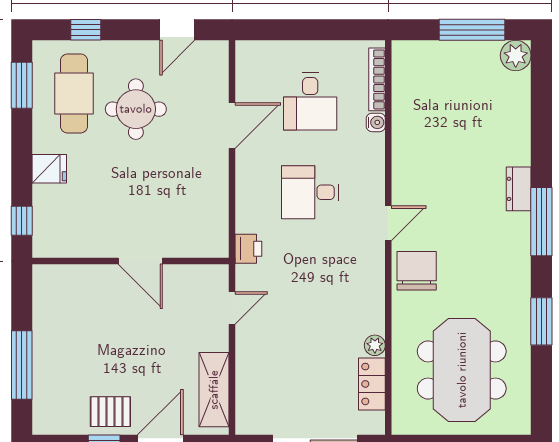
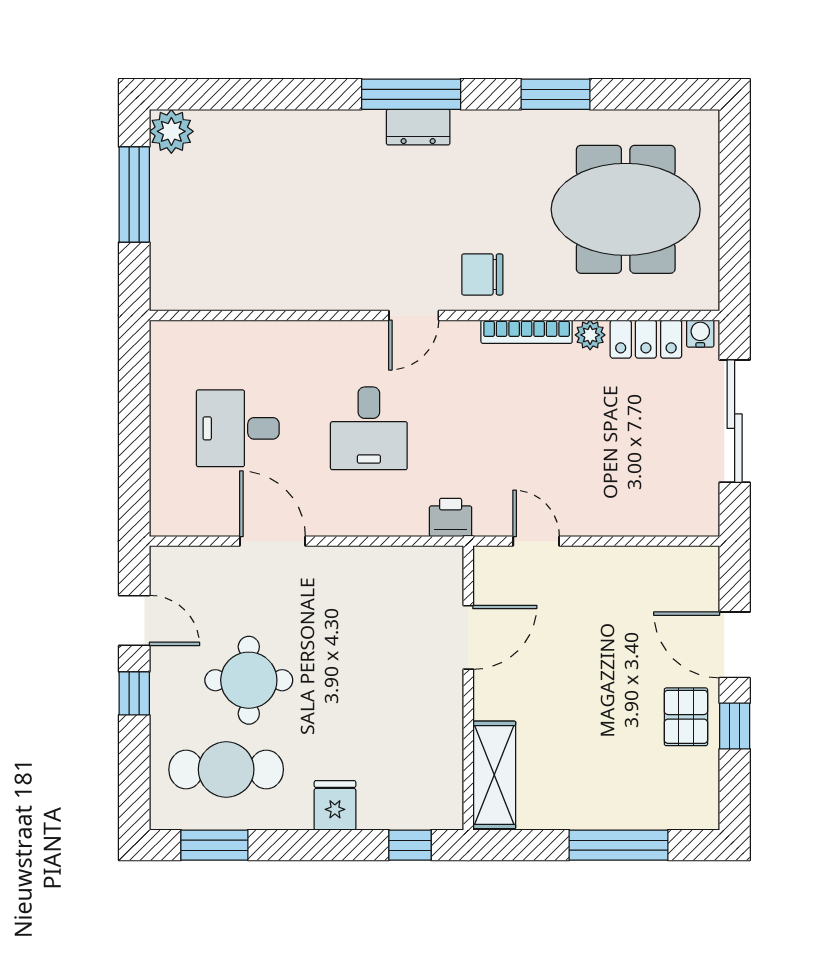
window: (86, 30) -> (134, 693), moved
bookcase: (377, 79) -> (527, 332), moved
desk: (310, 102) -> (238, 428), turned 180
water cooler: (376, 122) -> (700, 334), moved
dresser: (519, 189) -> (418, 127), moved
door: (388, 223) -> (414, 315), swing flipped
door: (140, 261) -> (468, 637), moved
chair: (417, 271) -> (482, 274), width x0.73, depth x0.73
shelving: (214, 390) -> (494, 775), moved, turned 90

